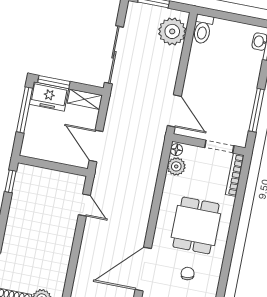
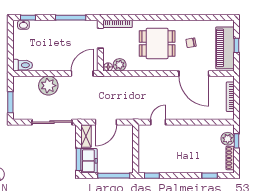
plant: (172, 31) -> (48, 86), moved
window: (25, 110) -> (114, 176), moved
door: (96, 146) -> (106, 122), moved

